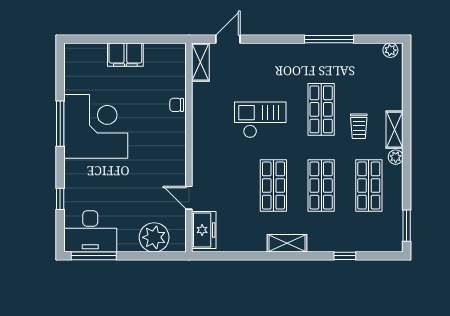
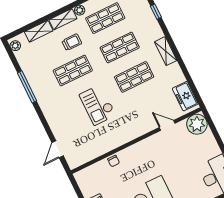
door: (228, 39) -> (58, 149), hinge flipped
shelving: (200, 62) -> (39, 31), moved
door: (189, 198) -> (167, 125), swing flipped
freezer: (204, 230) -> (185, 96), moved, turned -90
plant: (154, 237) -> (197, 124), moved

